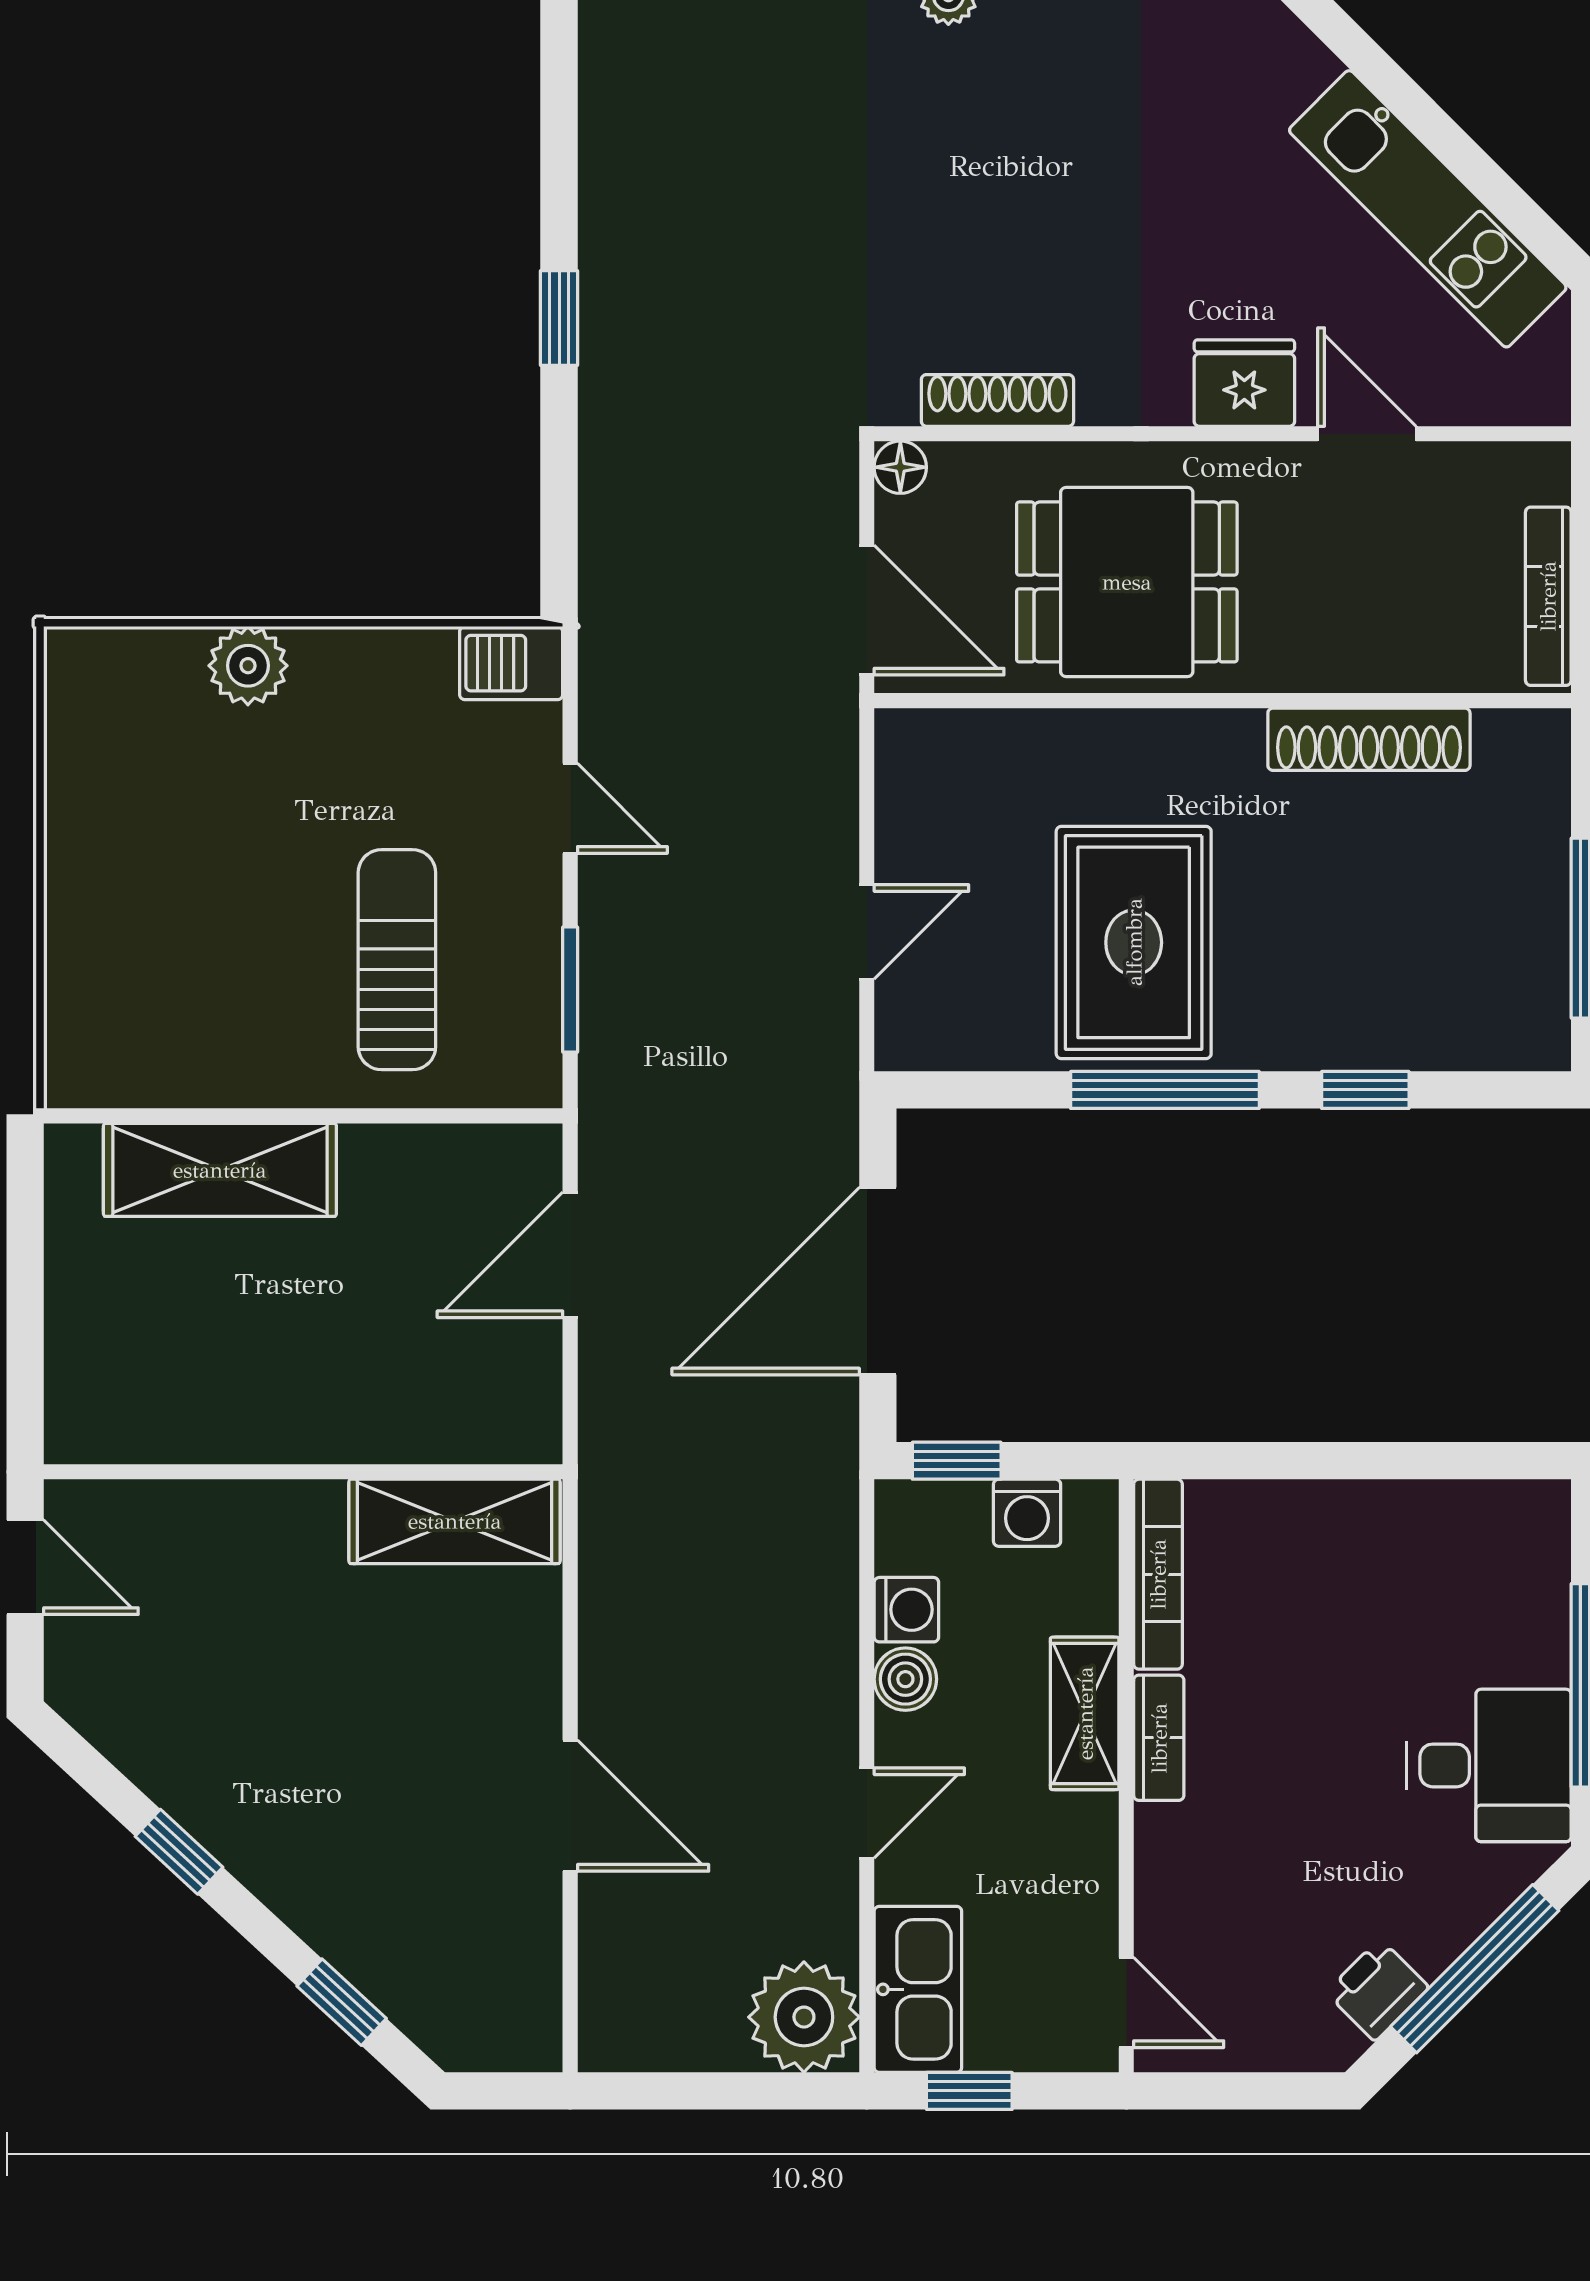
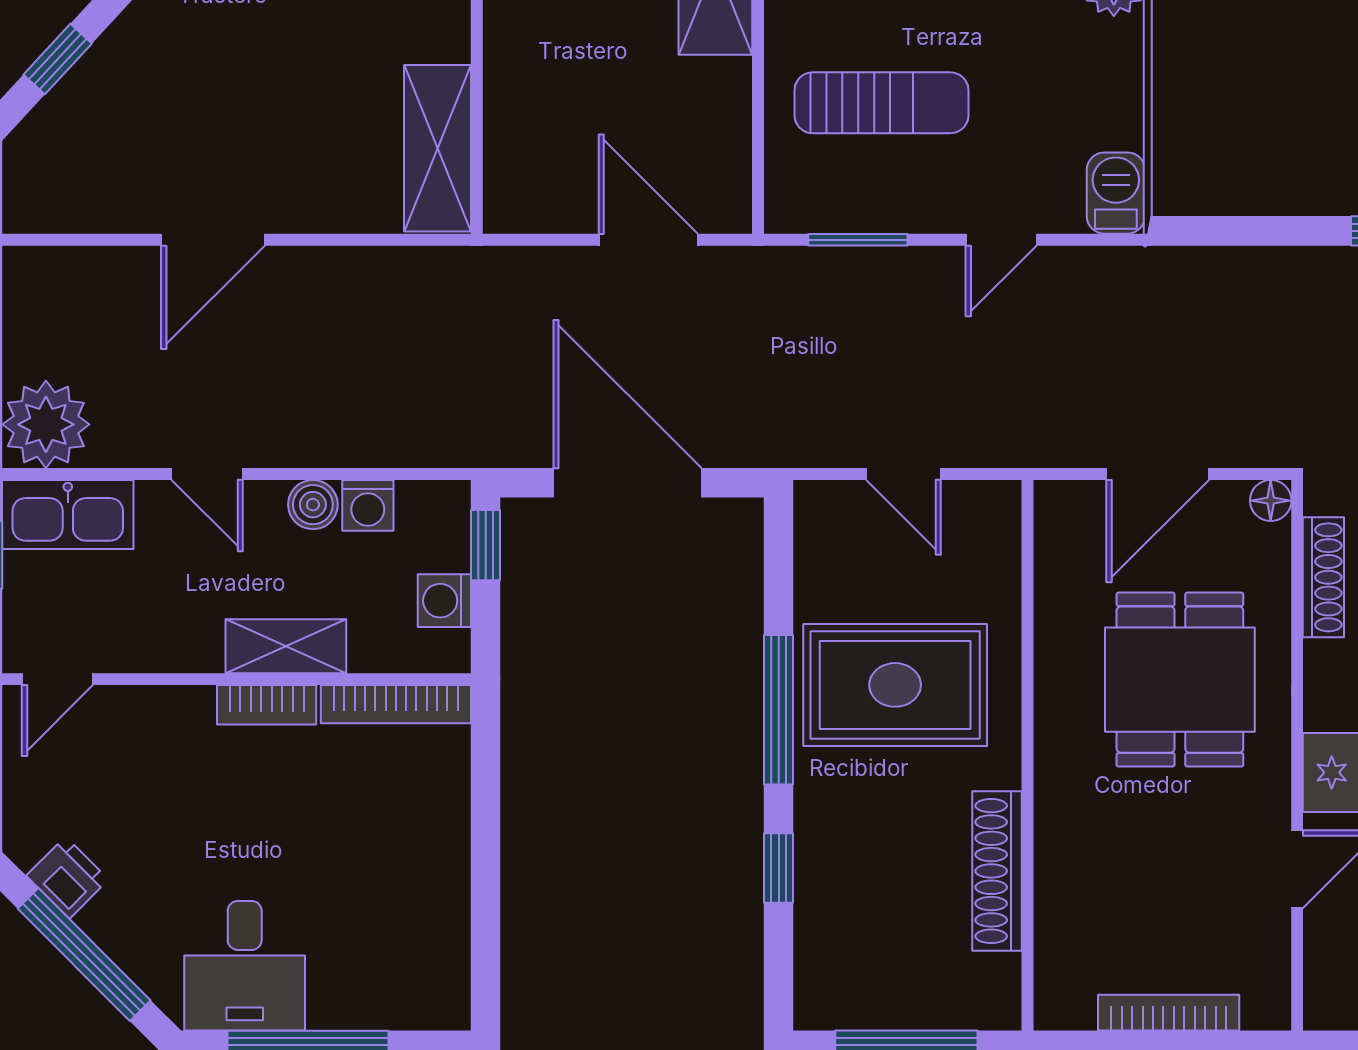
wall: (1223, 701) -> (1028, 755), moved
shoe rack: (1369, 739) -> (997, 871), moved

